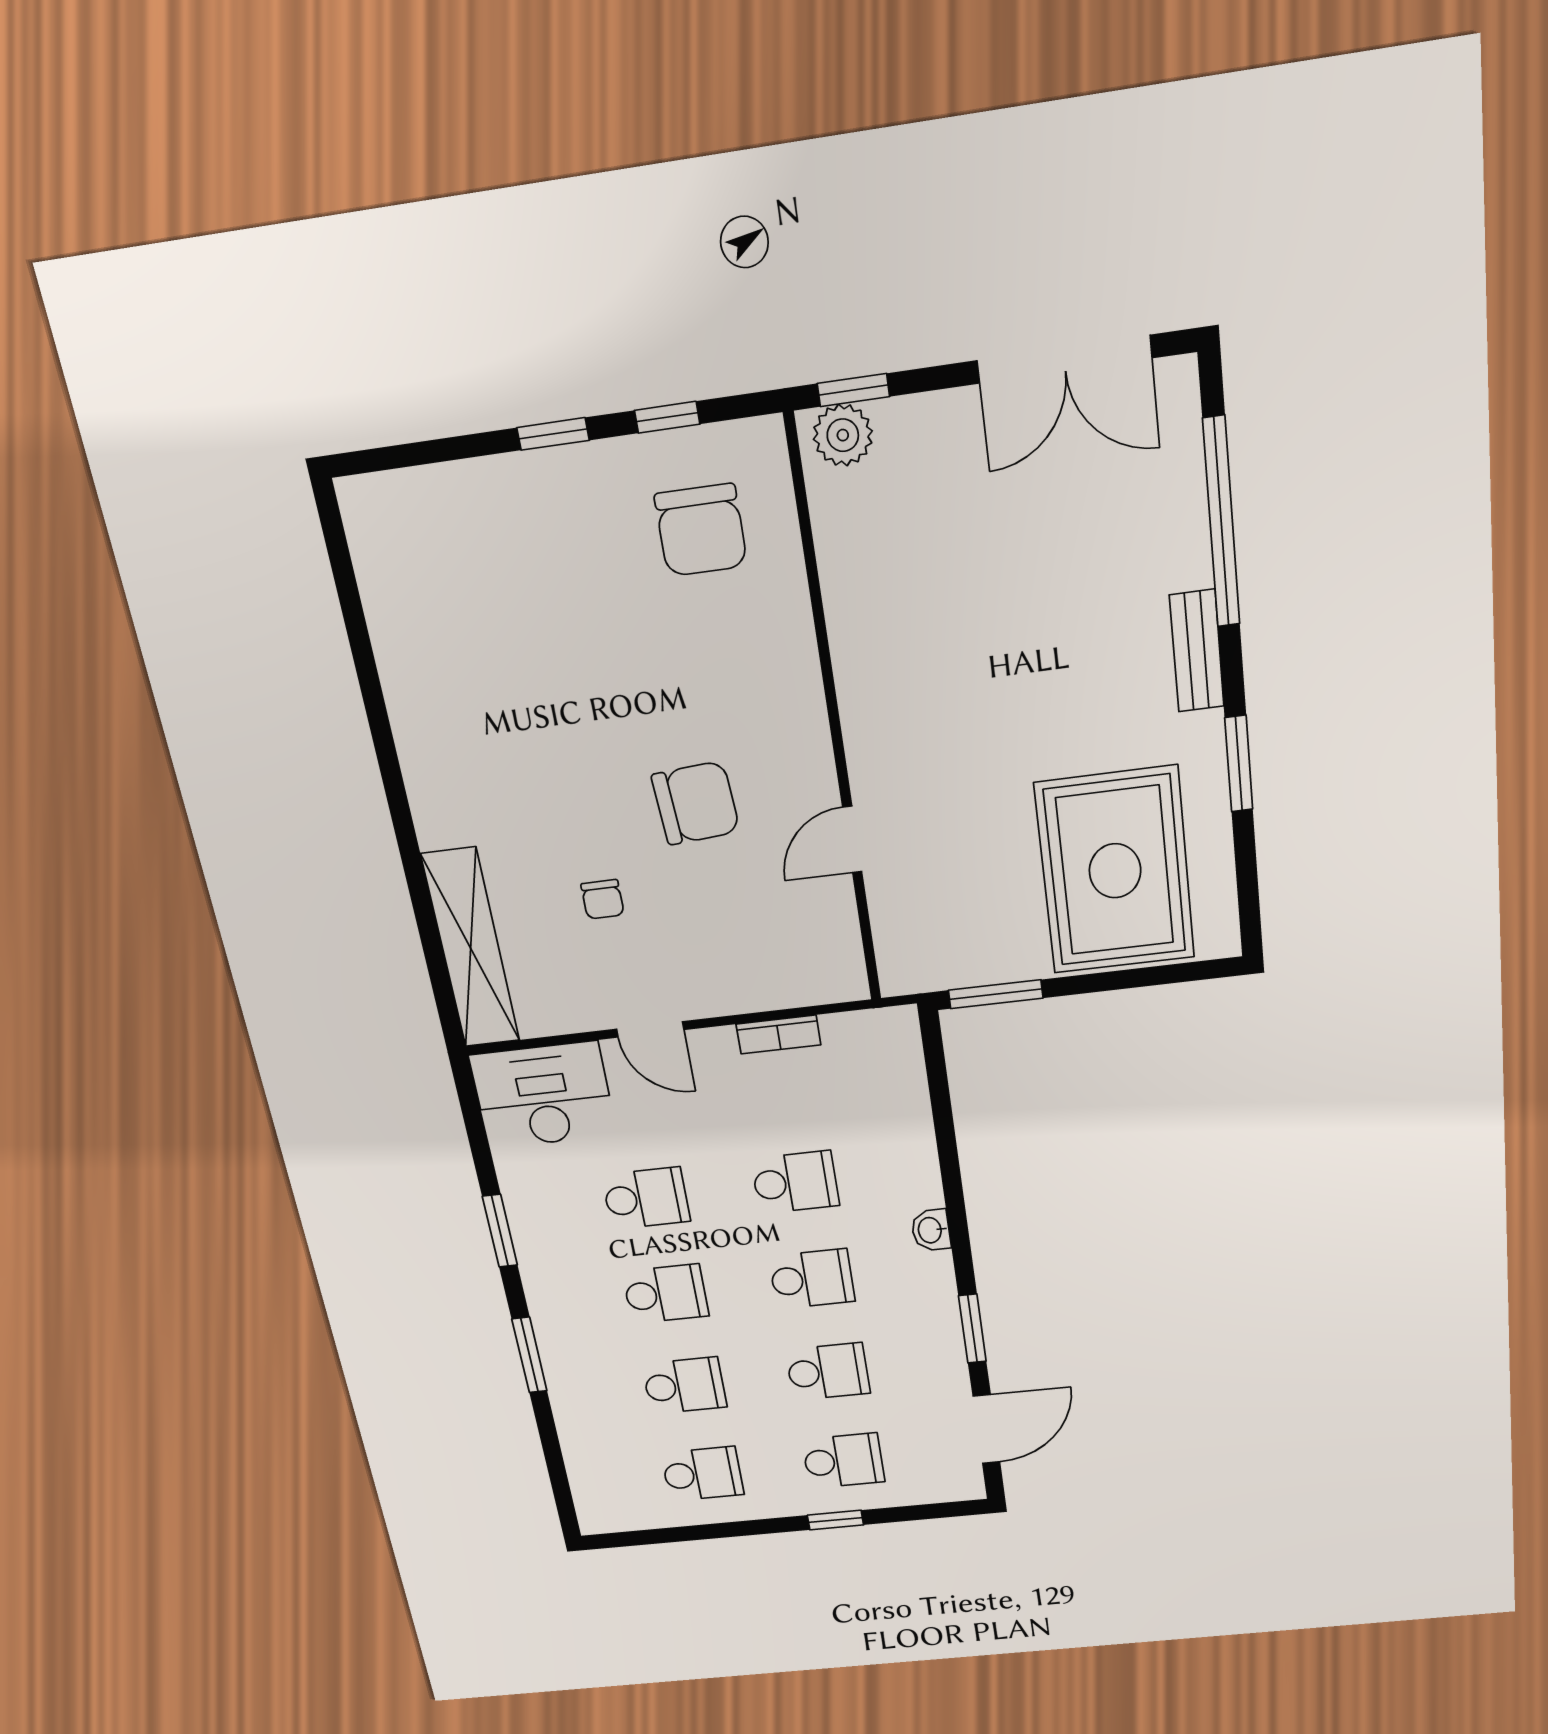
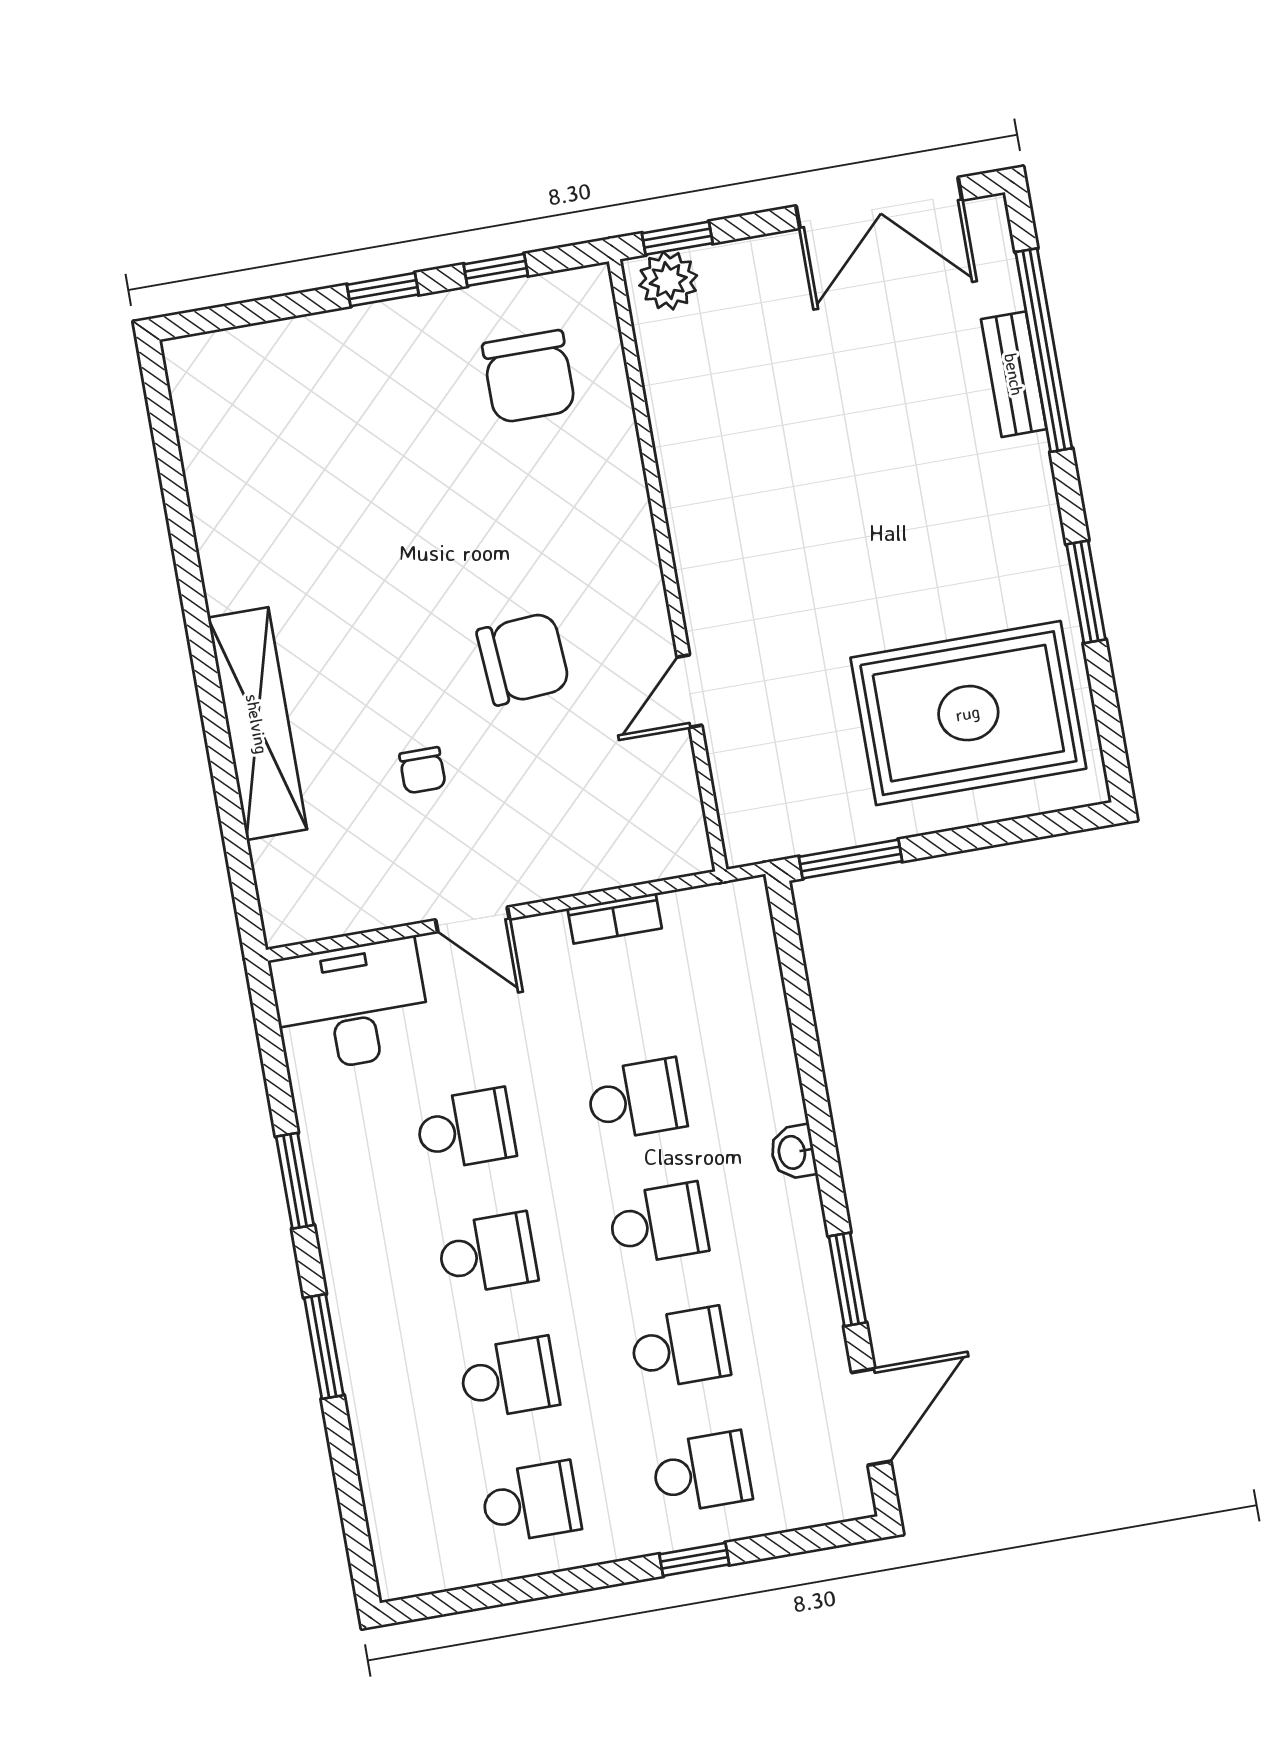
bench: (1197, 651) -> (1014, 374), moved
rug: (1115, 871) -> (968, 713), turned 90
shelving: (471, 948) -> (257, 724), moved

